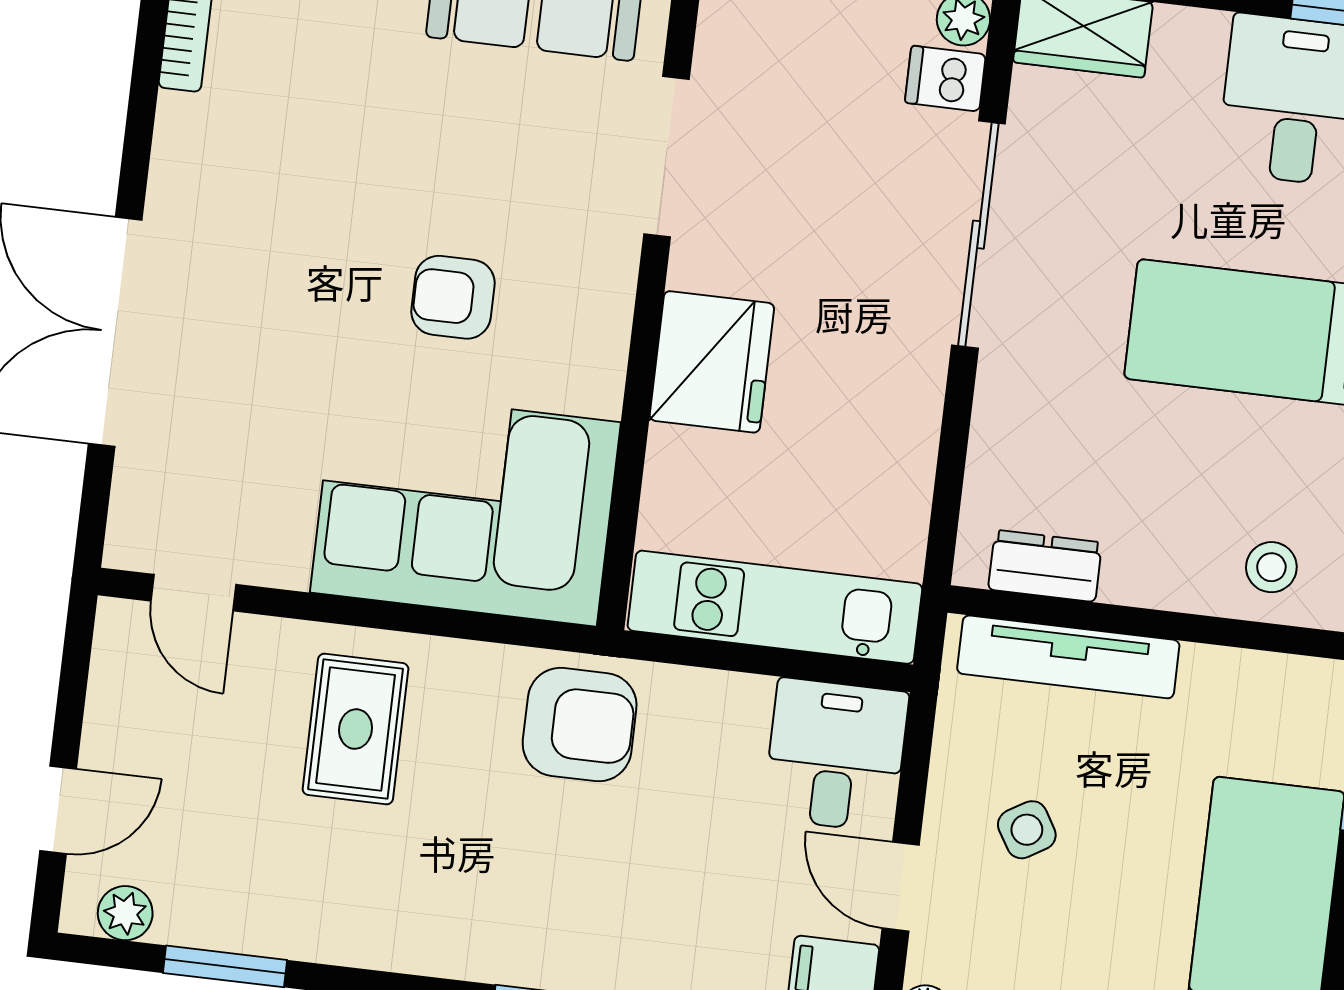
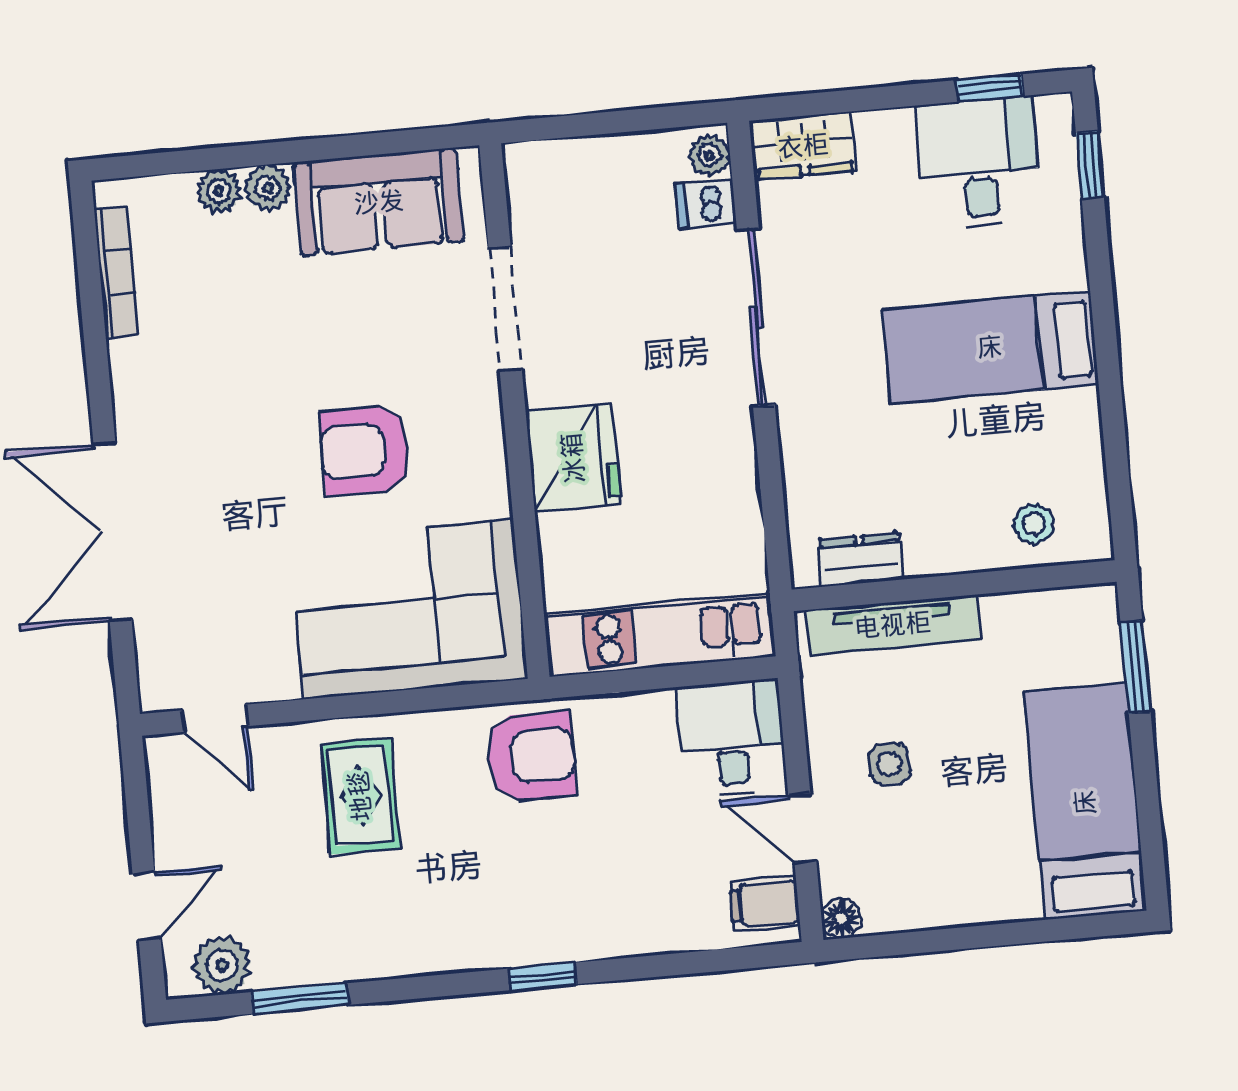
armchair: (453, 297) -> (365, 450), width x1.38, depth x1.38
side table: (1027, 830) -> (889, 764), turned 31
plant: (125, 913) -> (222, 965), width x1.38, depth x1.38

